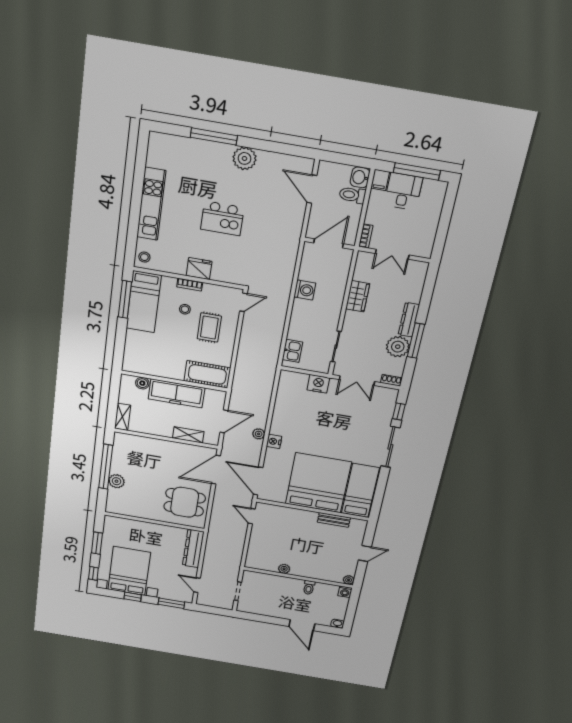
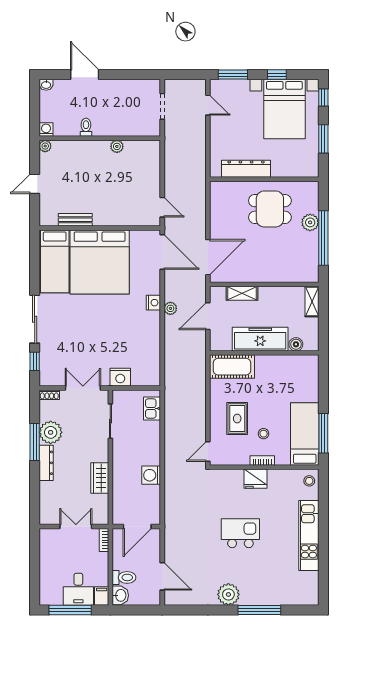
dining table: (185, 502) -> (270, 209), moved
dresser: (193, 548) -> (246, 169), moved, turned -90

